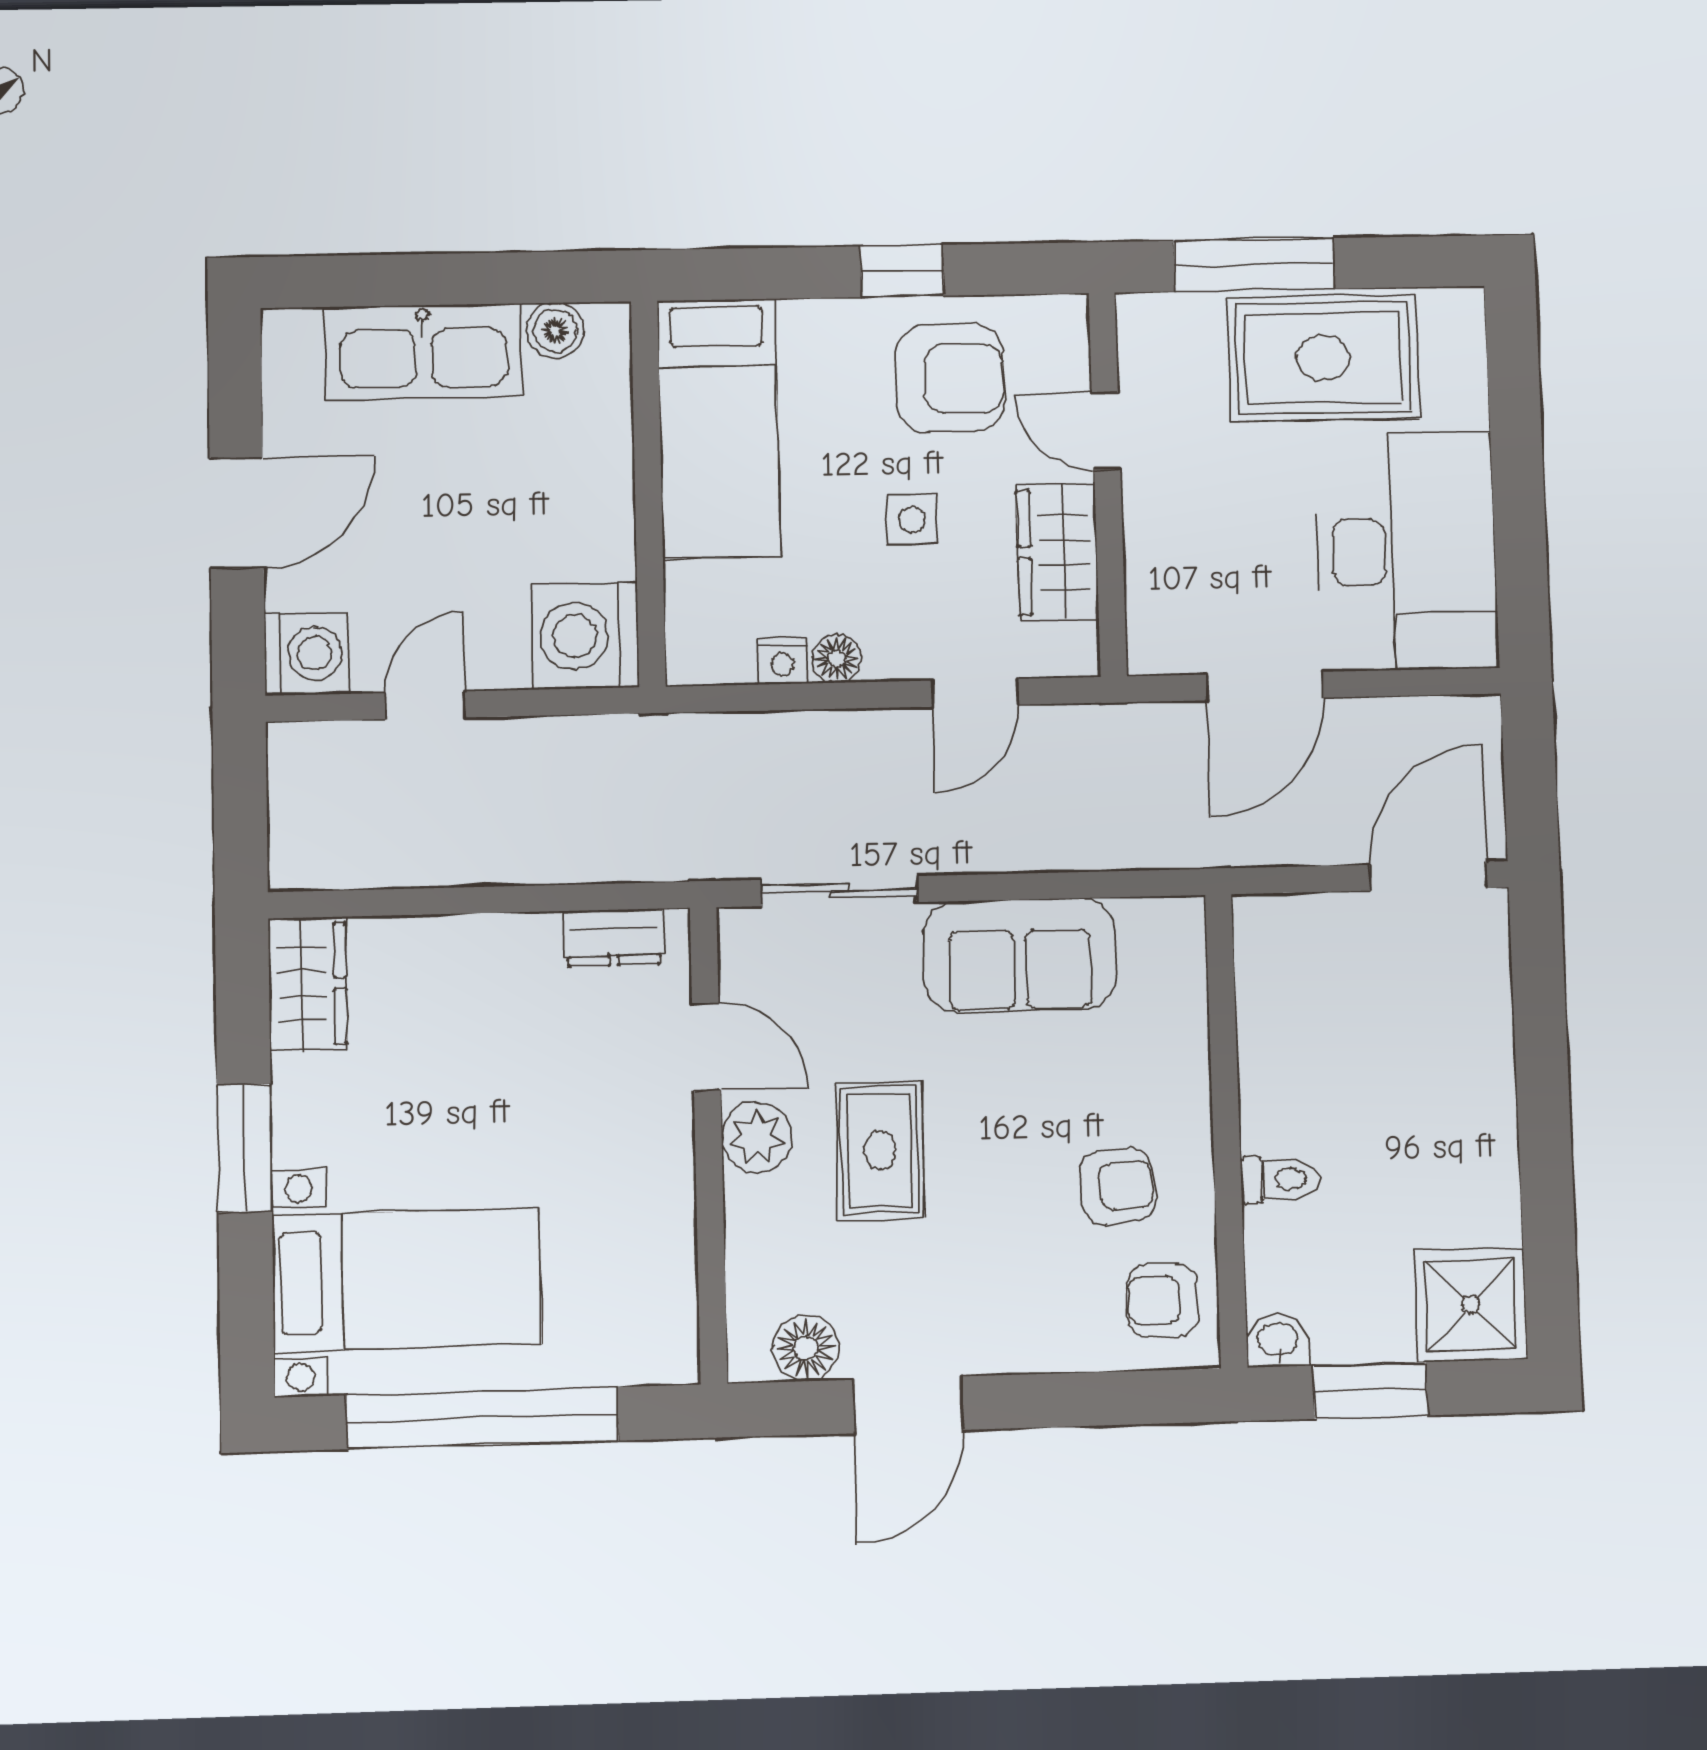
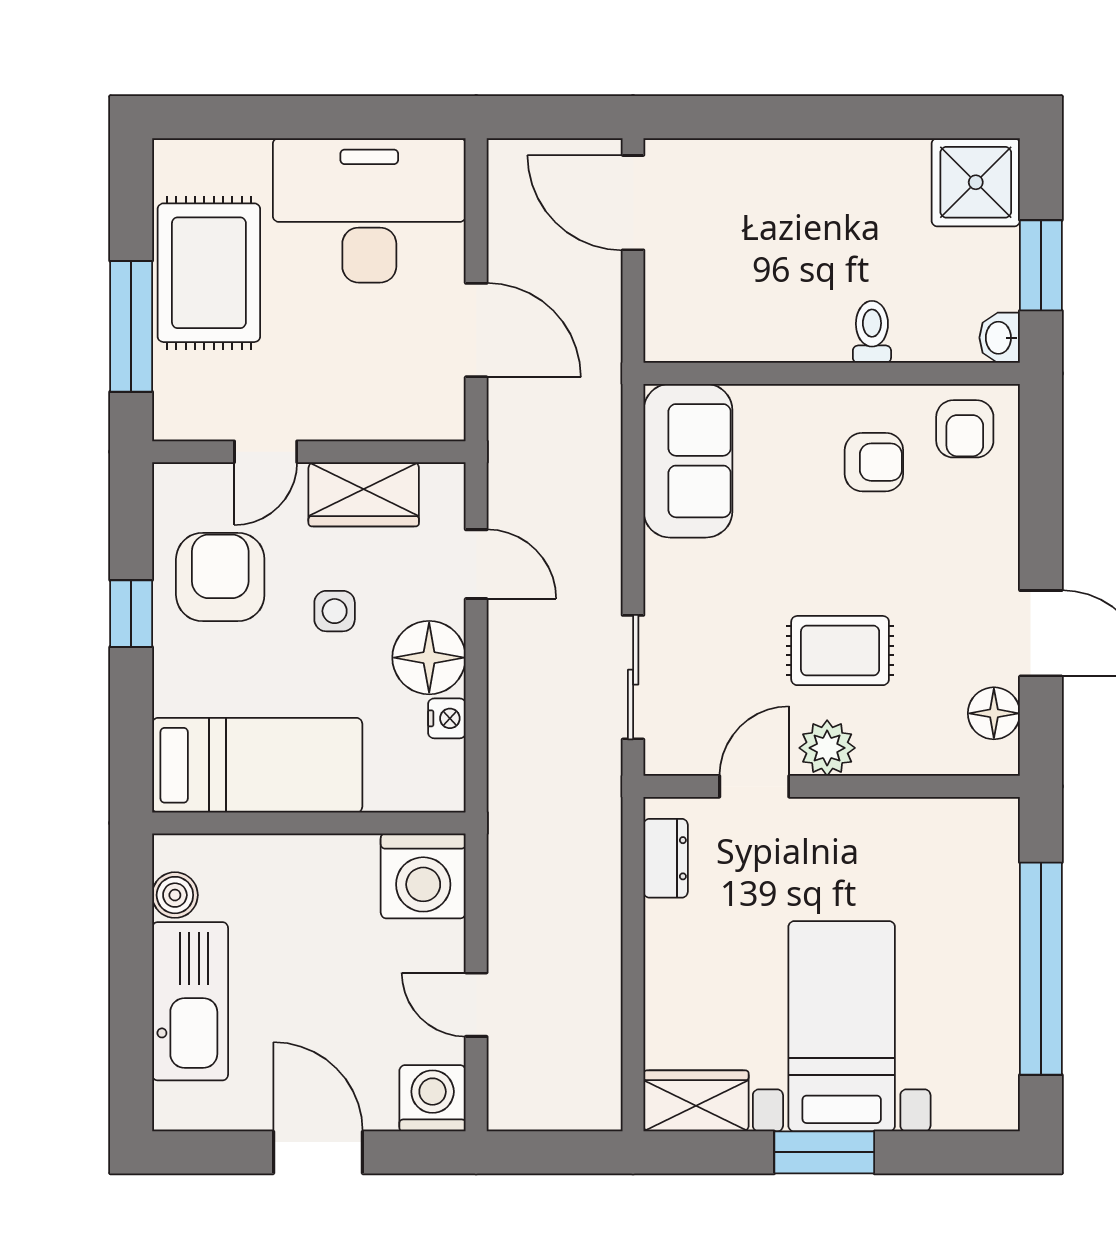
floor lamp: (837, 659) -> (429, 658), width x1.89, depth x1.89
sofa: (1020, 955) -> (688, 461), moved
armchair: (1117, 1186) -> (874, 462), turned 95
bed with nightstands: (407, 1280) -> (842, 1026), moved

